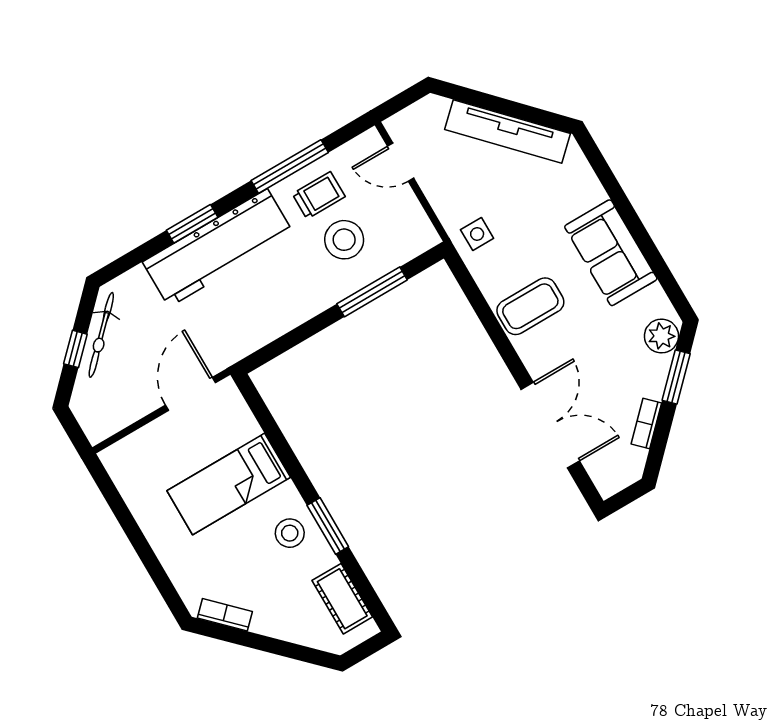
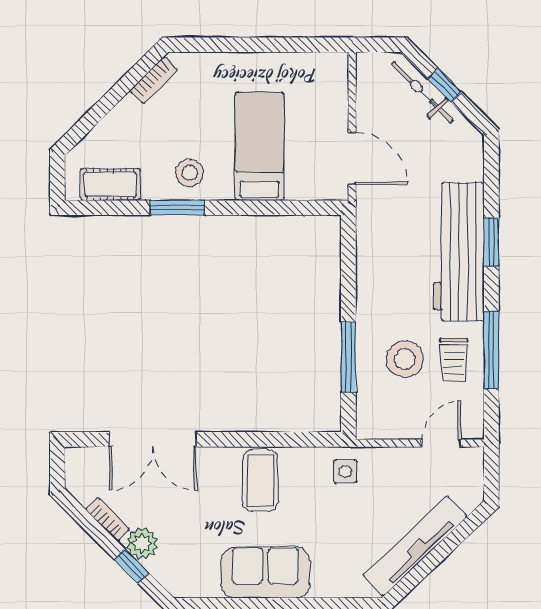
bicycle: (101, 335) -> (422, 92), moved
plant: (661, 336) -> (142, 543), moved
window: (676, 377) -> (132, 566), width x0.67

